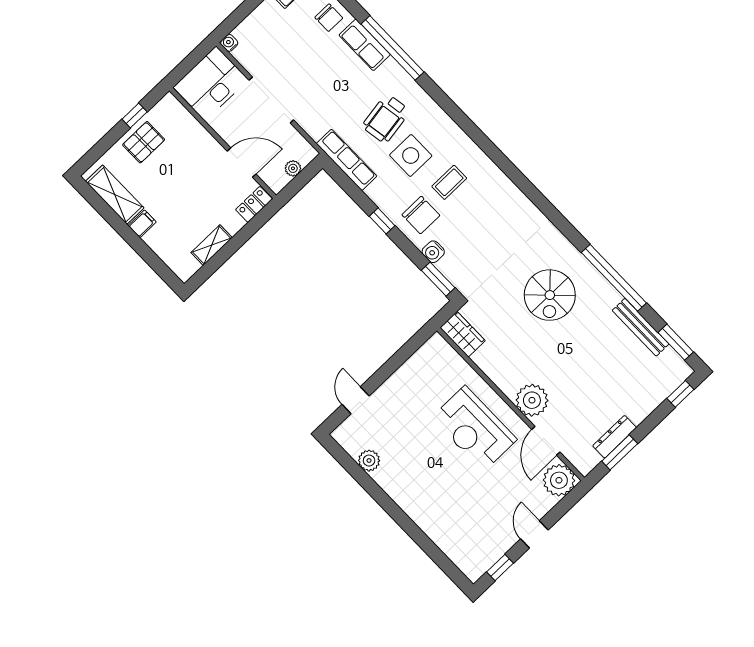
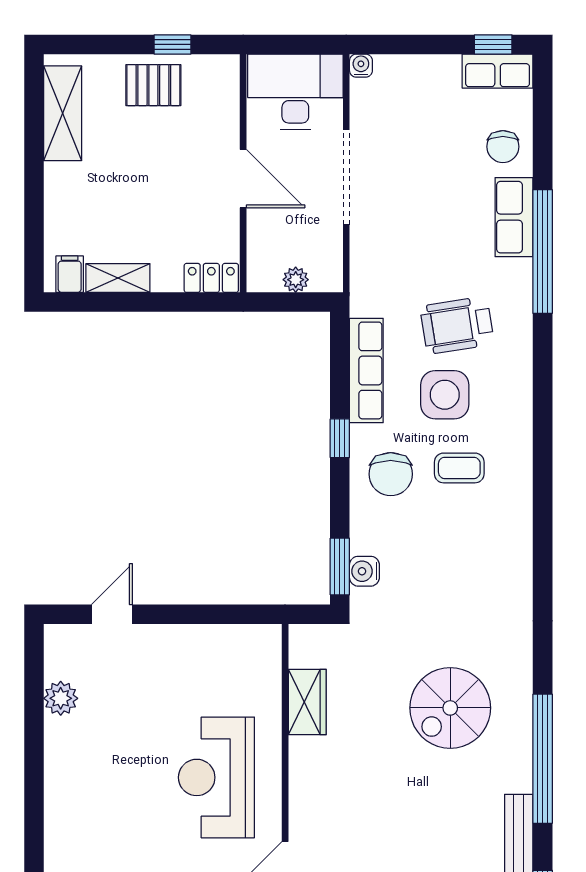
row of seats: (346, 160) -> (366, 370), moved
door: (242, 163) -> (243, 179), moved
filing cabinet: (142, 224) -> (70, 274), moved, turned -90
water cooler: (433, 252) -> (364, 571), moved
wardrobe: (463, 334) -> (307, 702), moved
plant: (532, 400) -> (314, 809), removed

